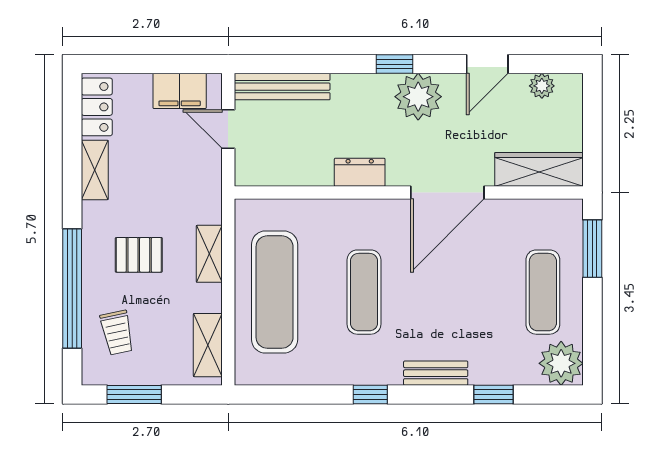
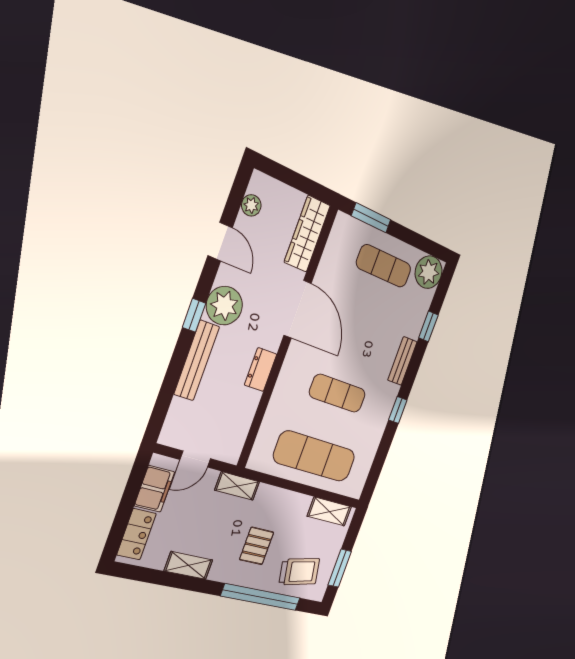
bench: (282, 87) -> (197, 360), moved
locker: (97, 107) -> (137, 534), moved, turned 90
shelving: (209, 254) -> (237, 486), moved
trolley: (117, 333) -> (299, 572), width x1.36, depth x1.39

